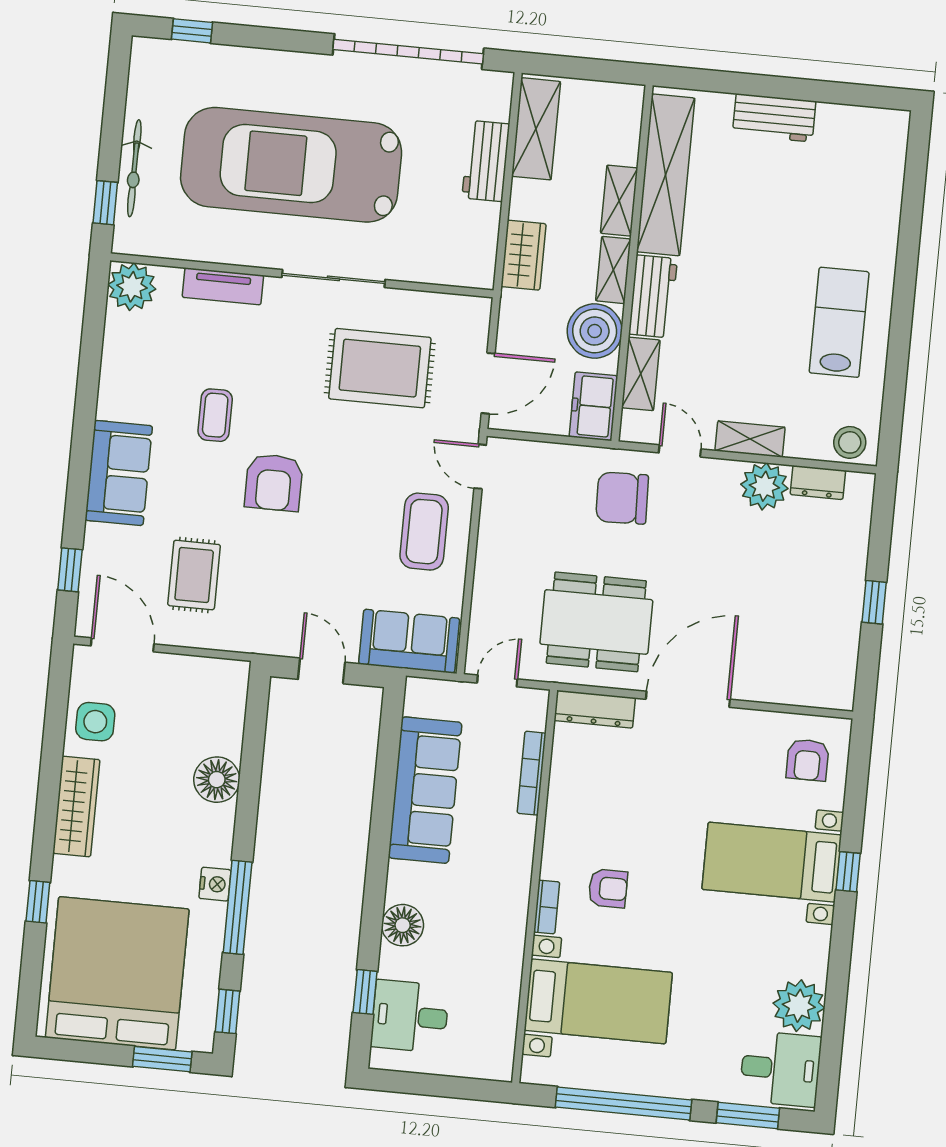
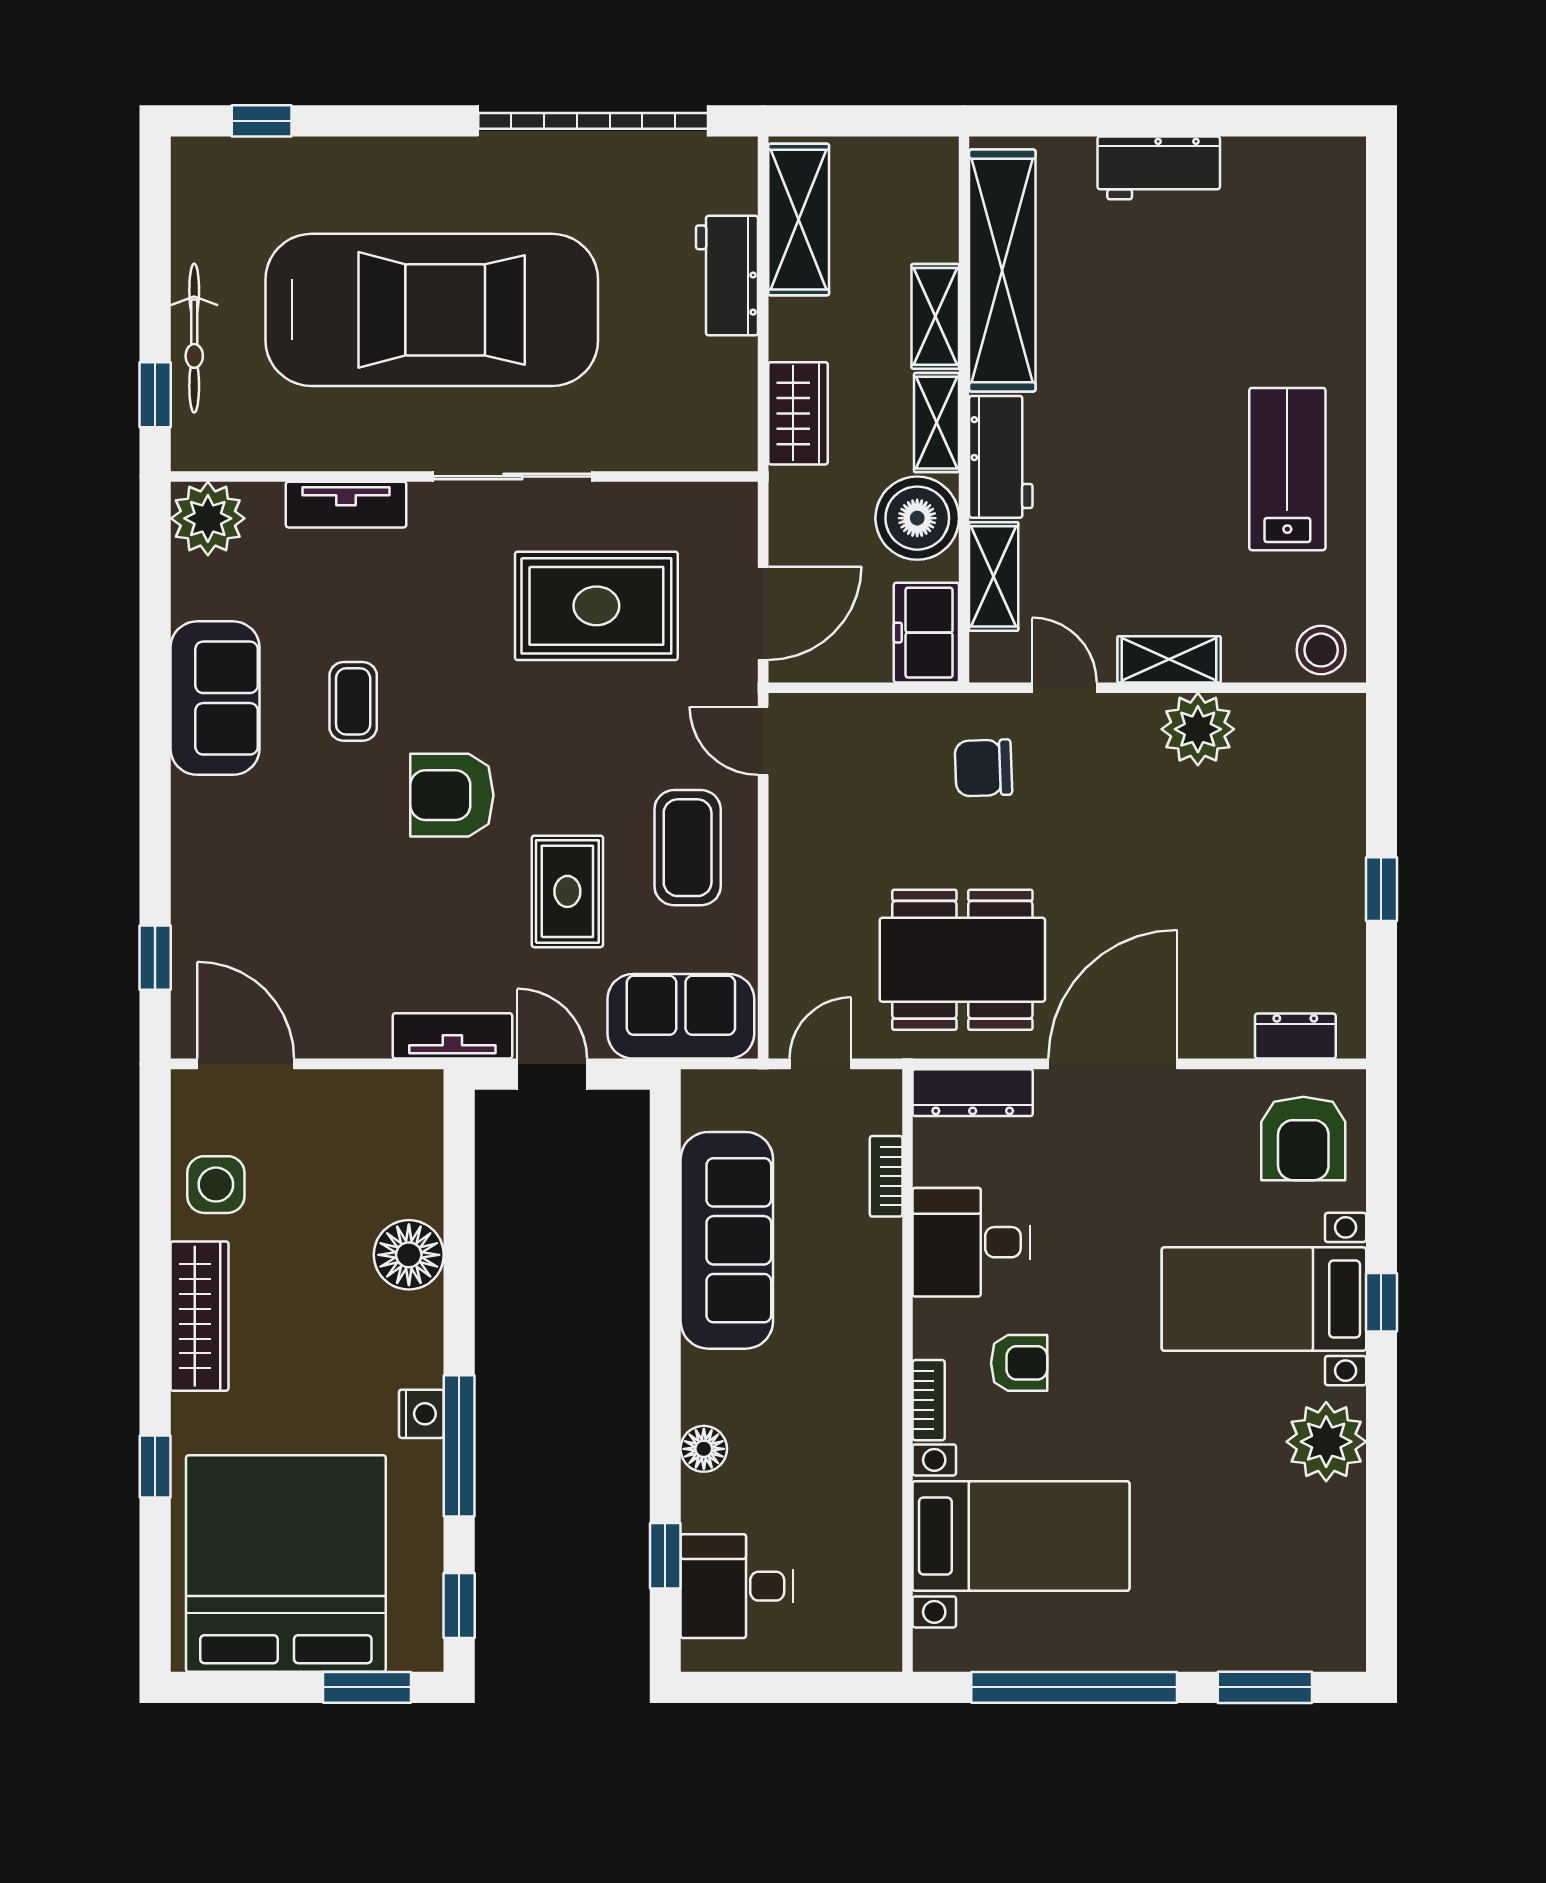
car: (291, 165) -> (432, 310), turned 180
sofa: (119, 473) -> (215, 698), moved
armchair: (274, 482) -> (452, 795), turned 90
dresser: (818, 482) -> (1295, 1036), moved, turned 180
chair: (622, 498) -> (983, 768), width x0.73, depth x0.73
rug: (194, 575) -> (567, 891), moved
tv unit: (259, 640) -> (452, 1036), added
armchair: (807, 760) -> (1303, 1138), width x1.38, depth x1.38
bookcase: (532, 773) -> (886, 1176), width x0.64
floor lamp: (403, 925) -> (704, 1449), width x0.73, depth x0.73
plant: (799, 1006) -> (1326, 1442), moved
desk: (780, 1069) -> (971, 1242), moved, turned 180

